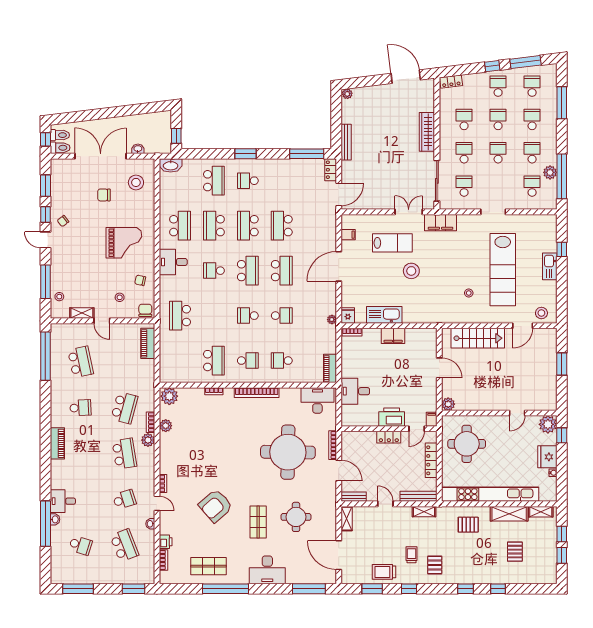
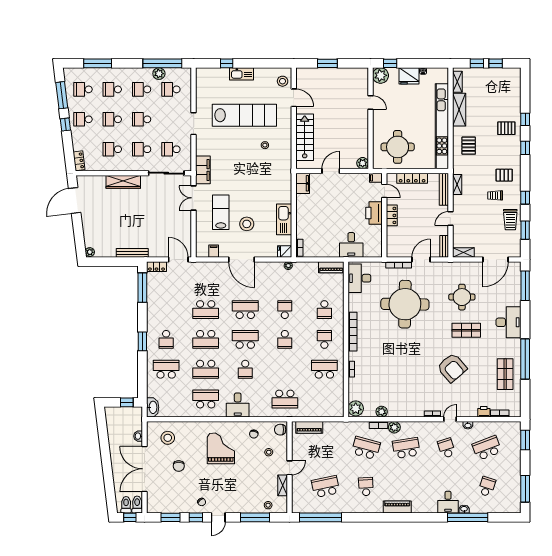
stool: (411, 271) -> (247, 224), moved
filing cabinet: (393, 336) -> (303, 183), moved
pallet: (515, 552) -> (506, 128), moved

